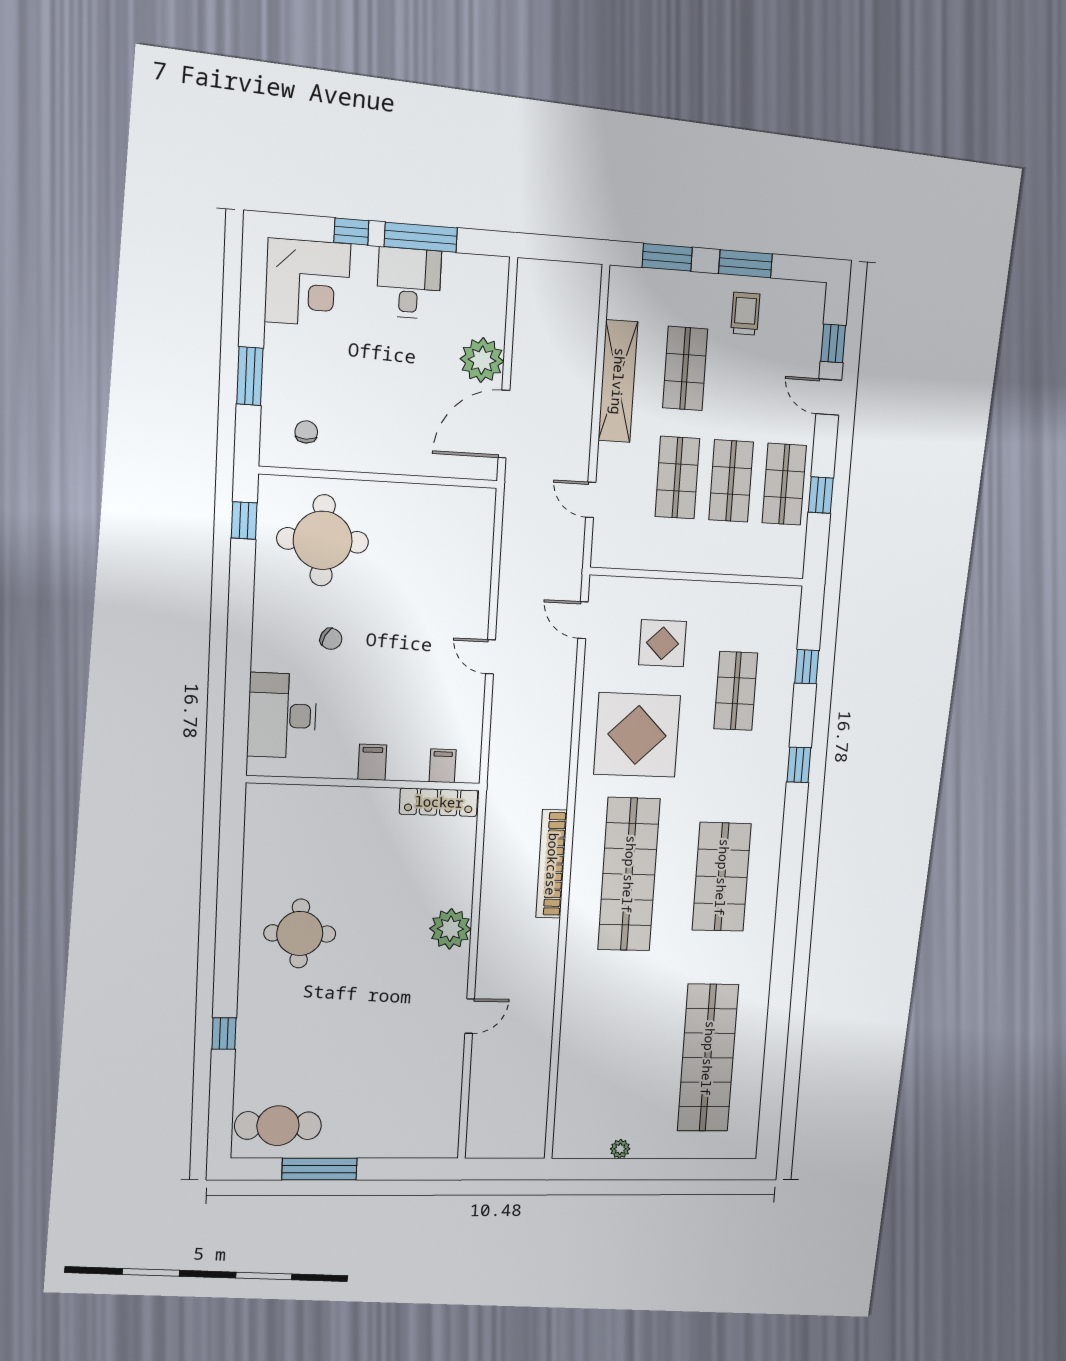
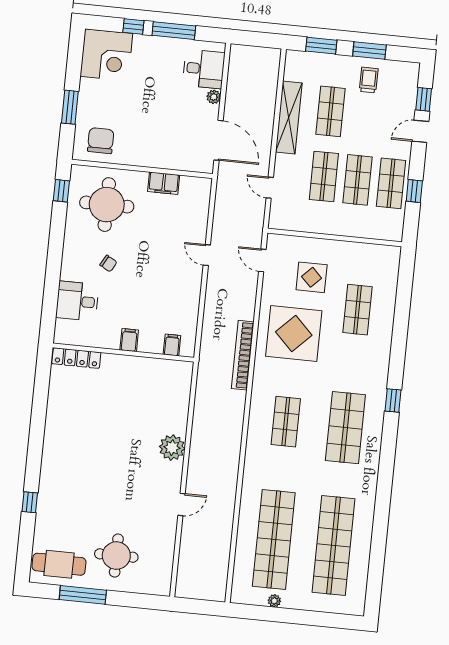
desk: (409, 283) -> (204, 69), moved, turned 90
plant: (482, 360) -> (214, 97), width x0.53, depth x0.53
door: (829, 397) -> (420, 131), hinge flipped
door: (504, 424) -> (218, 140), swing flipped
chair: (306, 432) -> (101, 141), width x1.87, depth x1.87
filing cabinet: (416, 500) -> (164, 183), added
door: (490, 657) -> (207, 255), moved
window: (807, 667) -> (404, 297), removed
desk: (282, 716) -> (77, 301), width x0.73
window: (799, 765) -> (393, 401), moved
locker: (439, 802) -> (76, 358), moved
bookcase: (552, 864) -> (243, 355), moved
shop shelf: (629, 874) -> (286, 422), width x0.50, depth x0.74
round table: (300, 933) -> (116, 556), moved
shop shelf: (616, 1057) -> (274, 539), added

